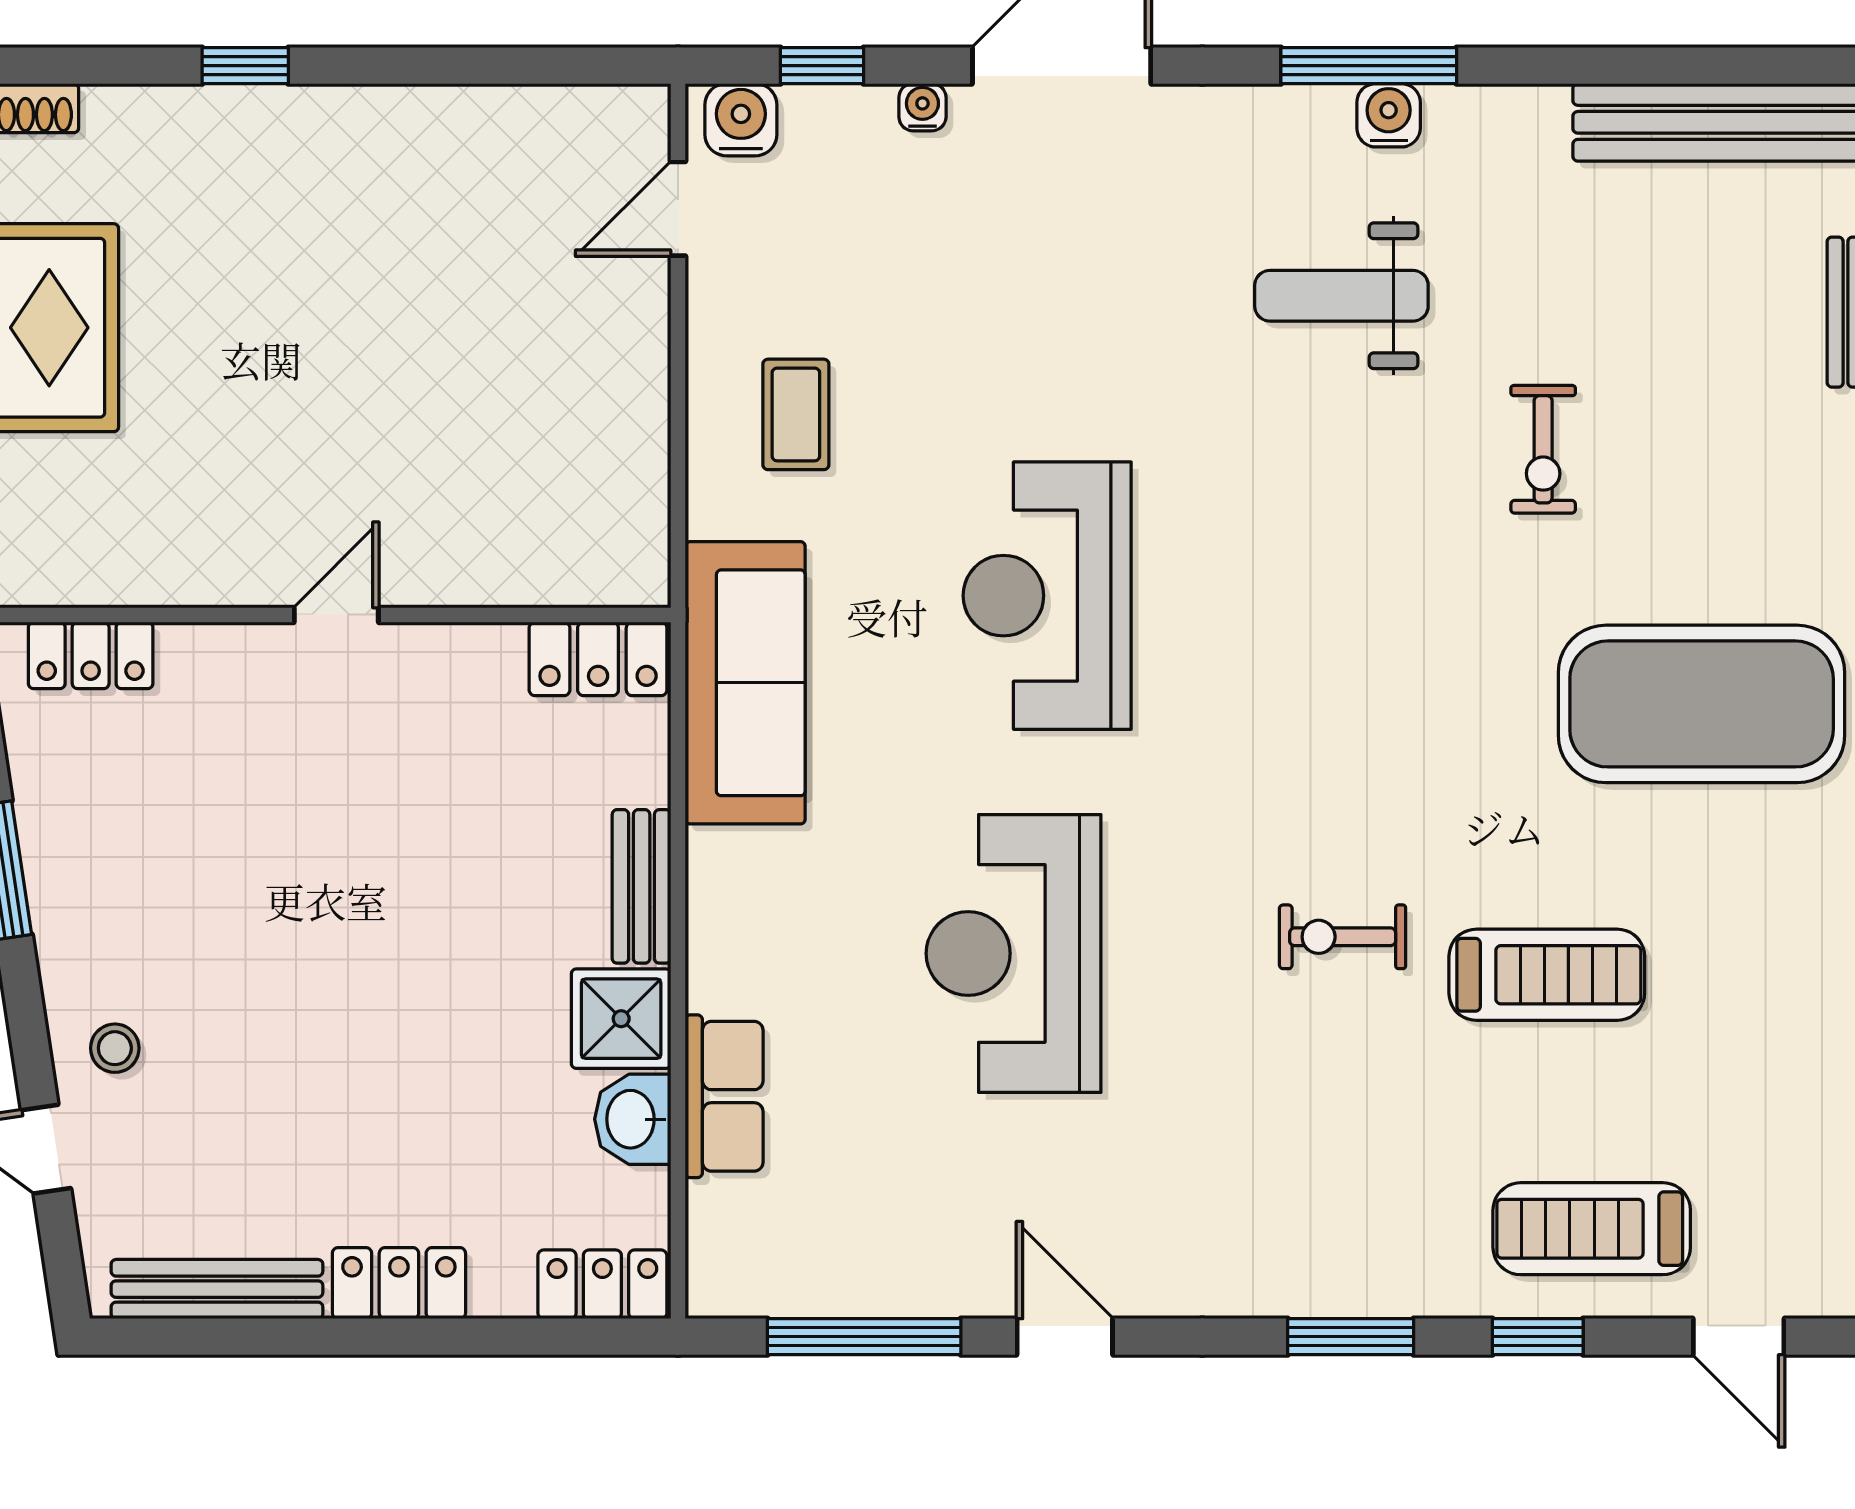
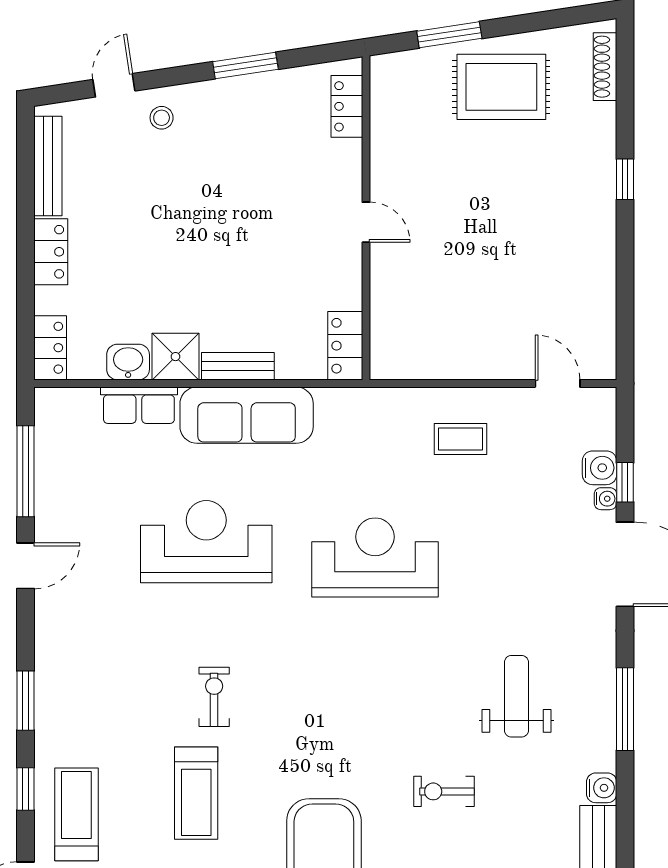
window: (822, 66) -> (625, 482), moved
water cooler: (1389, 115) -> (602, 788), moved
water cooler: (741, 120) -> (600, 468), moved
sofa: (745, 683) -> (247, 415), moved

